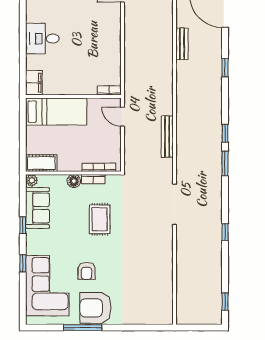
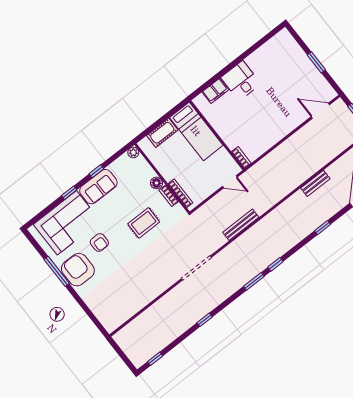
filing cabinet: (34, 83) -> (215, 91), moved
door: (122, 117) -> (230, 182), swing flipped
cot: (41, 163) -> (162, 133), moved, turned 90
sofa: (38, 208) -> (98, 187), moved
armchair: (87, 271) -> (99, 242), turned -90

